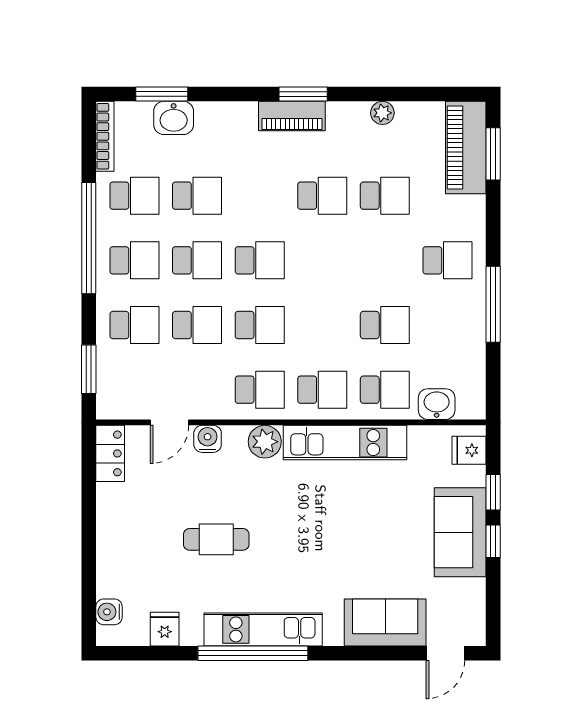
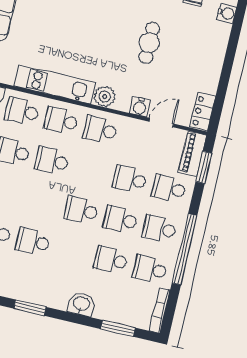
piano: (292, 116) -> (193, 154), moved, turned -90
washbasin: (174, 118) -> (81, 304), moved
school desk: (260, 325) -> (52, 161), moved
cafe table: (216, 539) -> (149, 43), turned 90

